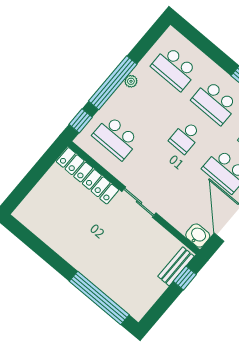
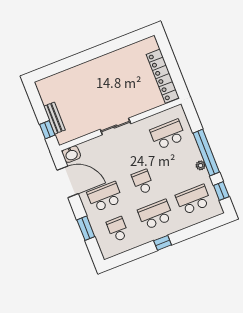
window: (81, 121) -> (221, 191), moved
locker: (88, 176) -> (163, 76), moved, turned -90
bench: (176, 266) -> (54, 118), moved
window: (99, 298) -> (65, 64), removed

